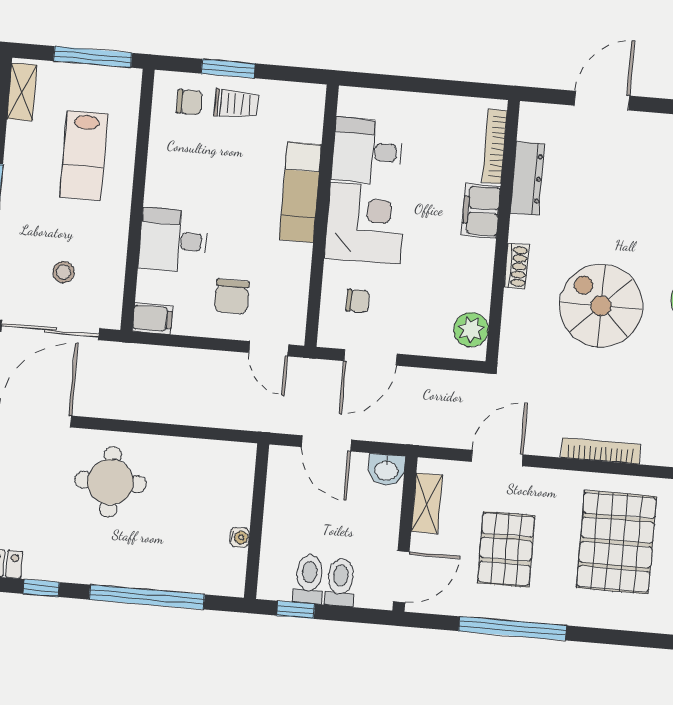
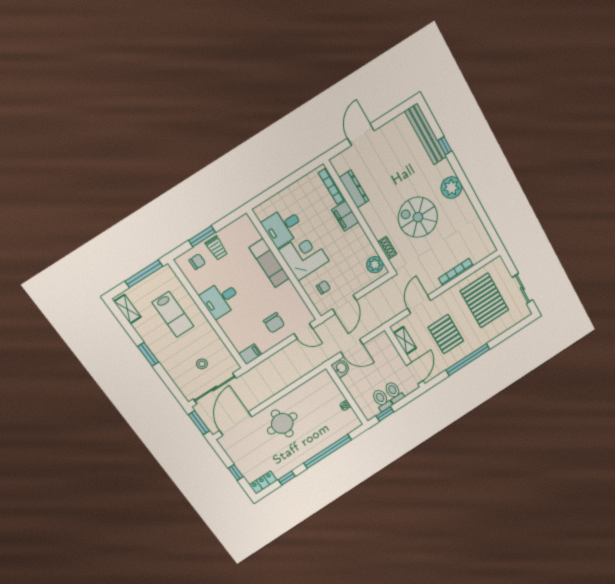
trolley: (236, 104) -> (216, 248), turned 90
desk: (173, 240) -> (221, 299), moved
shoe rack: (517, 266) -> (387, 248), moved
washbasin: (386, 470) -> (341, 368), moved, turned -90

